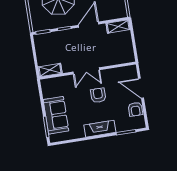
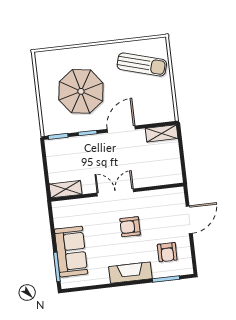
double door: (86, 71) -> (115, 192), swing flipped
door: (141, 88) -> (189, 220), swing flipped
armchair: (98, 95) -> (130, 227), turned -90
armchair: (135, 109) -> (167, 252), moved

